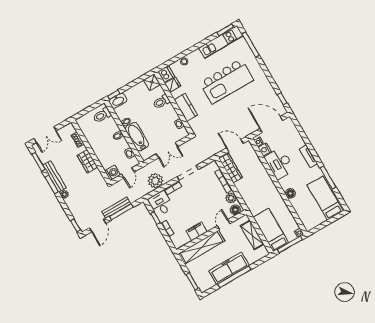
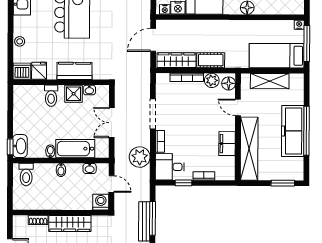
shower: (152, 82) -> (74, 94), moved
double door: (167, 150) -> (112, 123), swing flipped
wardrobe: (87, 161) -> (70, 223), width x1.50
cot: (243, 190) -> (211, 60), added

